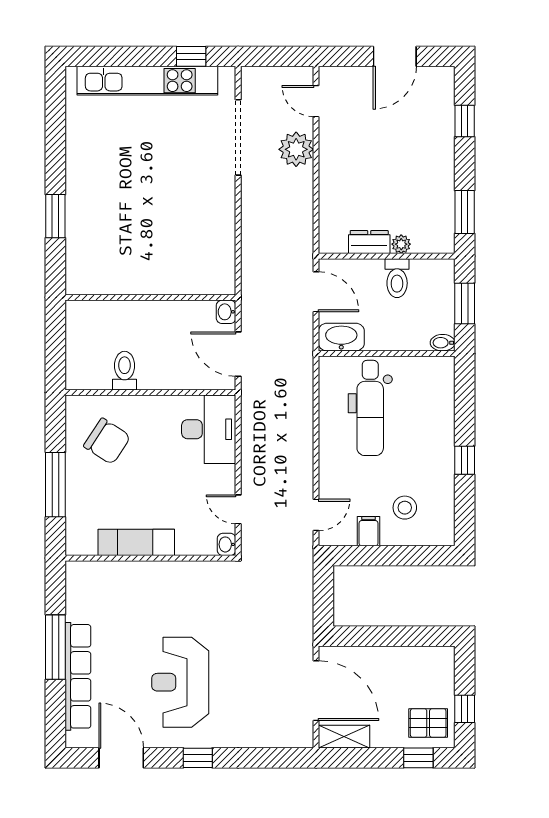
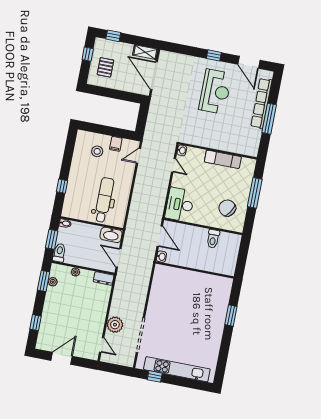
plant: (445, 214) -> (53, 282), added
dresser: (369, 242) -> (104, 278), moved
toilet: (397, 278) -> (59, 253), moved
window: (465, 460) -> (62, 186), moved
pallet: (428, 723) -> (105, 67), moved, turned 90

